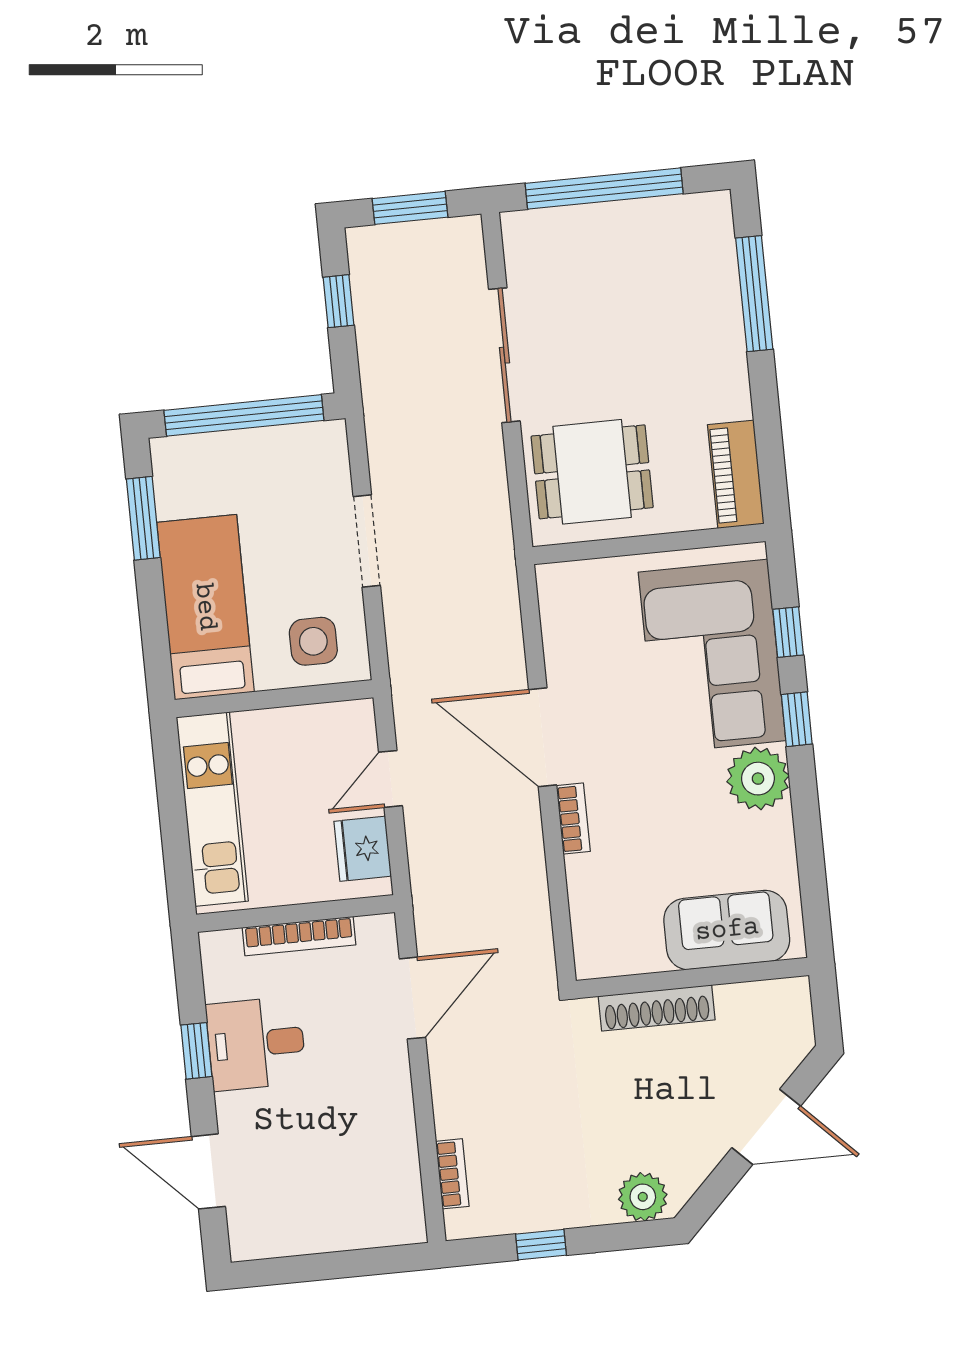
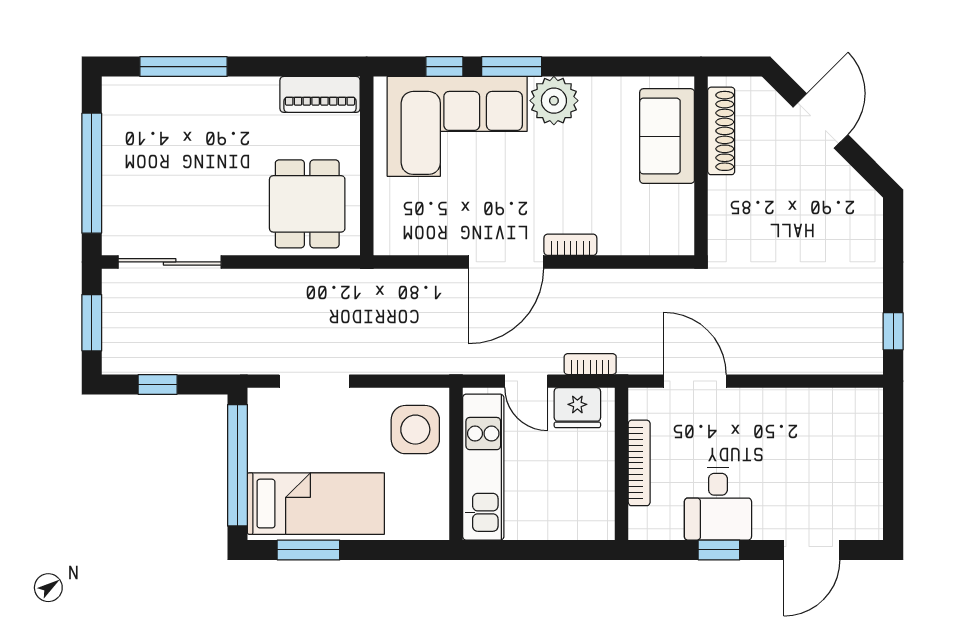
sliding door: (504, 355) -> (170, 262), moved
doorway: (367, 541) -> (314, 381), moved
bed: (205, 607) -> (316, 504), moved, turned 180
side table: (313, 641) -> (415, 430), width x1.37, depth x1.37
window: (797, 719) -> (512, 67), width x1.50
kitchen unit: (212, 809) -> (483, 467), moved, turned 90
shoe rack: (657, 1008) -> (721, 131), moved
bookcase: (452, 1174) -> (590, 364), moved
plant: (643, 1197) -> (864, 220), removed
window: (541, 1245) -> (893, 331), moved

